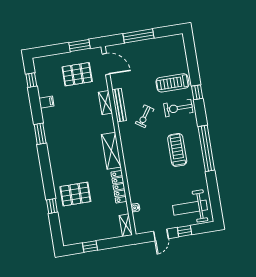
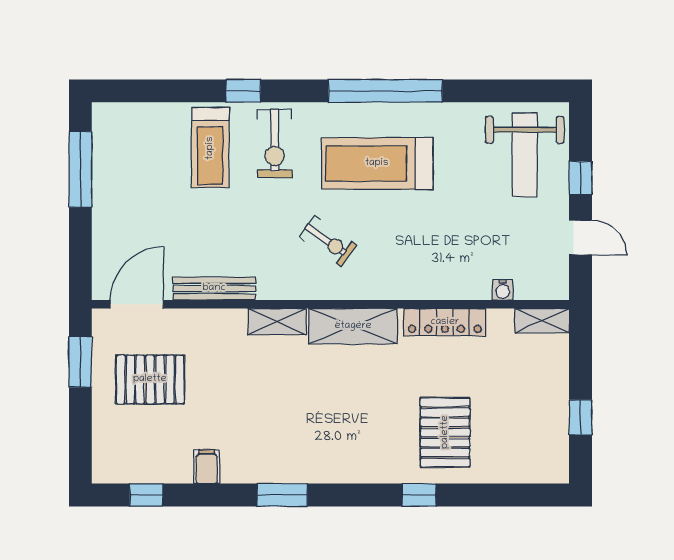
window: (138, 36) -> (80, 169), moved
pallet: (77, 74) -> (150, 379), turned 90
shelving: (105, 103) -> (277, 322), moved
bench: (119, 105) -> (214, 288), moved
exercise bike: (145, 116) -> (328, 241), moved
treadmill: (177, 150) -> (377, 163), width x1.37, depth x1.38
window: (52, 206) -> (419, 495), moved

